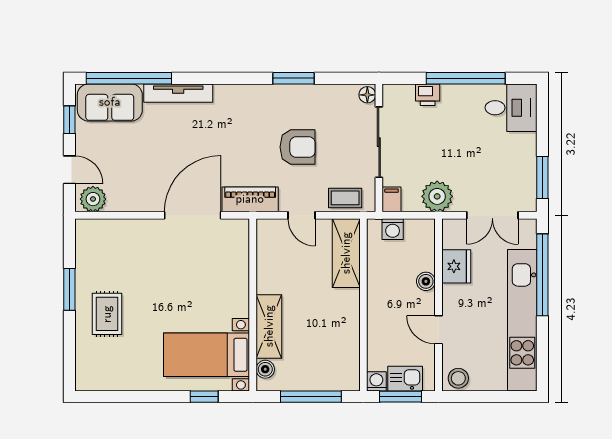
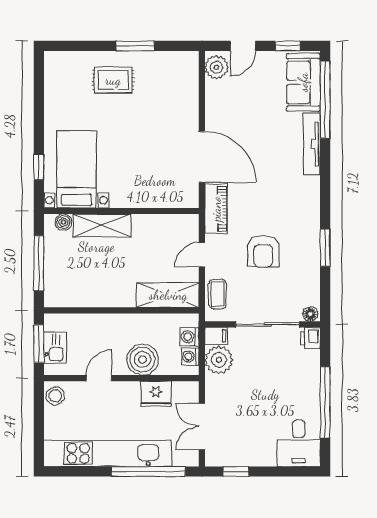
printer: (428, 95) -> (310, 338), moved
window: (542, 177) -> (236, 472), width x0.67
plant: (437, 196) -> (219, 360), moved
boiler: (426, 281) -> (142, 359), width x1.86, depth x1.86
washing machine: (376, 381) -> (190, 357), moved, turned 180

